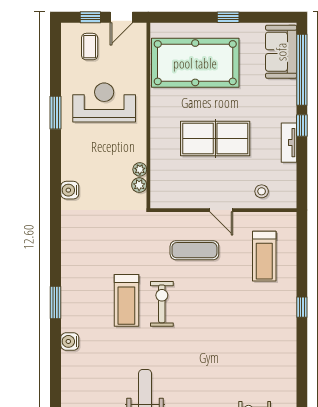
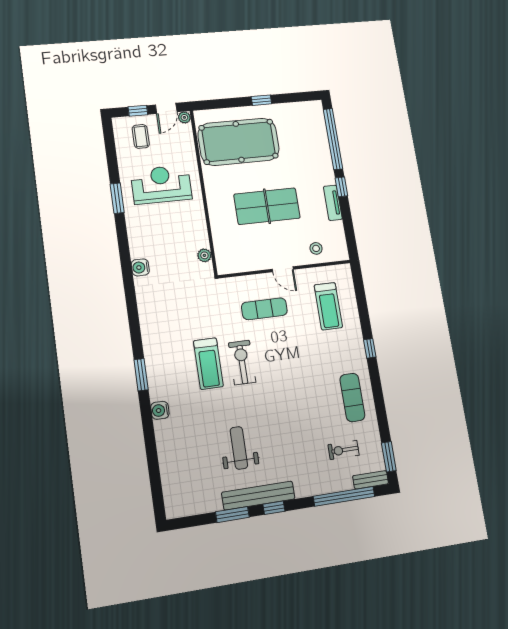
sofa: (281, 52) -> (312, 125), removed
plant: (140, 169) -> (184, 117), moved
exercise mat: (274, 356) -> (352, 397), added

